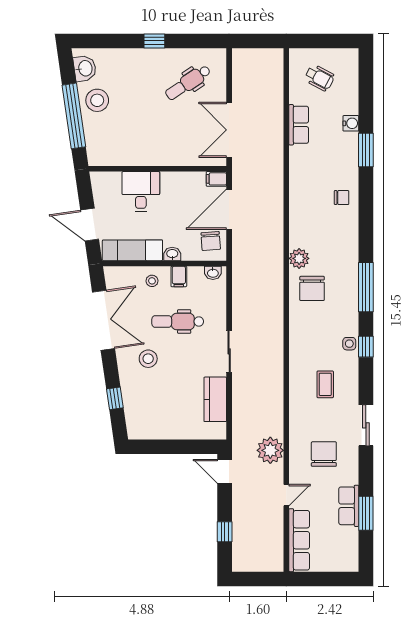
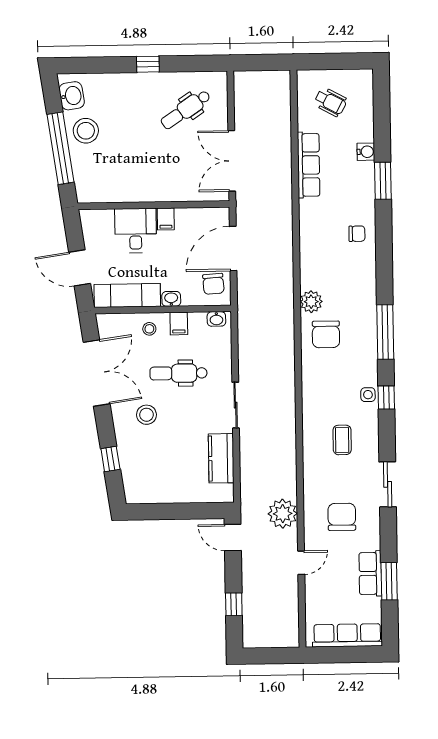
row of seats: (299, 125) -> (309, 165), width x1.48
filing cabinet: (216, 179) -> (166, 219), moved, turned -90
row of seats: (299, 540) -> (347, 635), moved, turned -90

